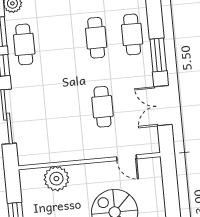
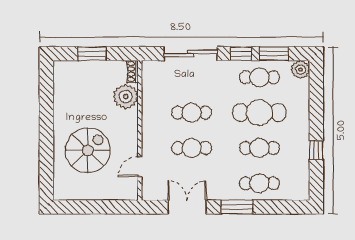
cafe table: (60, 41) -> (259, 113), added
cafe table: (67, 110) -> (192, 113), added
shoe rack: (30, 174) -> (133, 72), added

